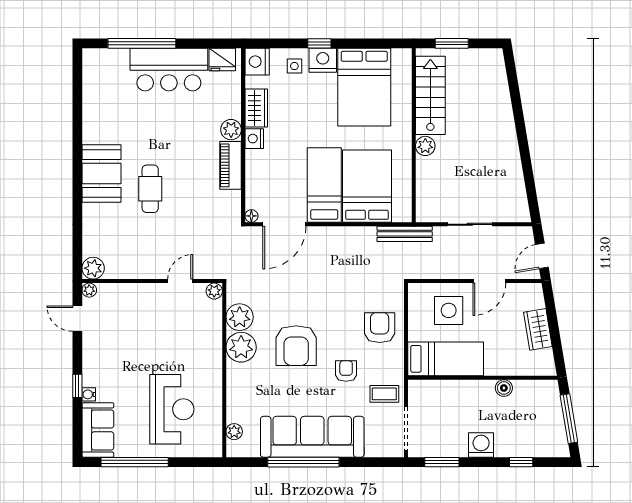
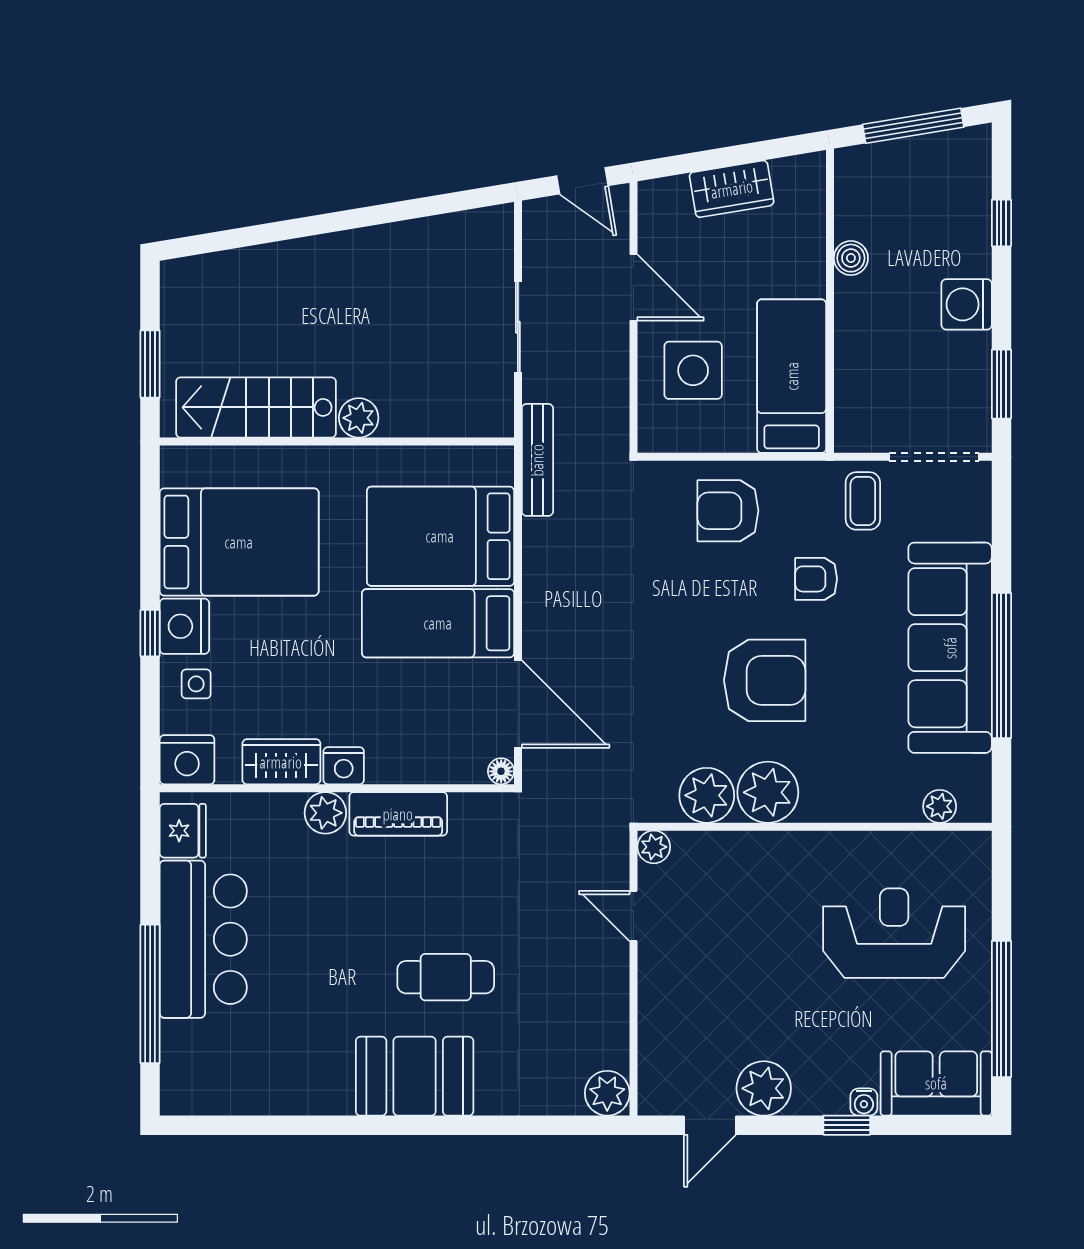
plant: (89, 290) -> (764, 1088), moved, width x1.88, depth x1.88

